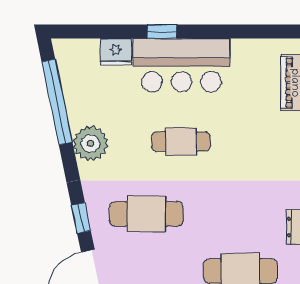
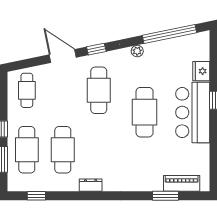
cafe table: (181, 141) -> (145, 112), width x1.37, depth x1.35
plant: (90, 143) -> (137, 51), width x0.53, depth x0.53

